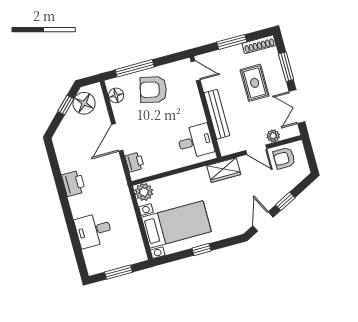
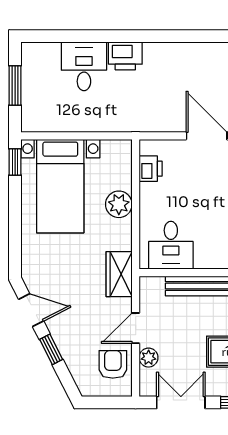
printer: (135, 162) -> (151, 169), moved, turned -90
printer: (73, 183) -> (125, 56), moved
plant: (144, 192) -> (119, 204), moved
window: (202, 250) -> (15, 162), moved

